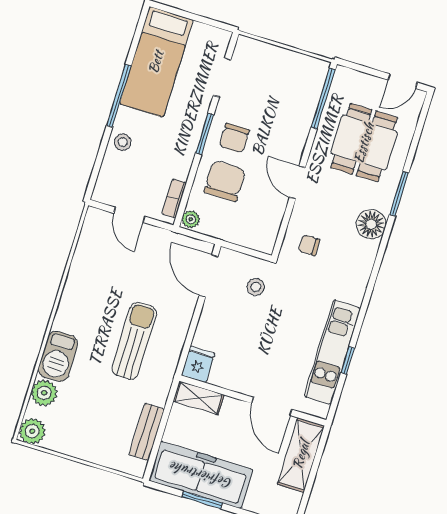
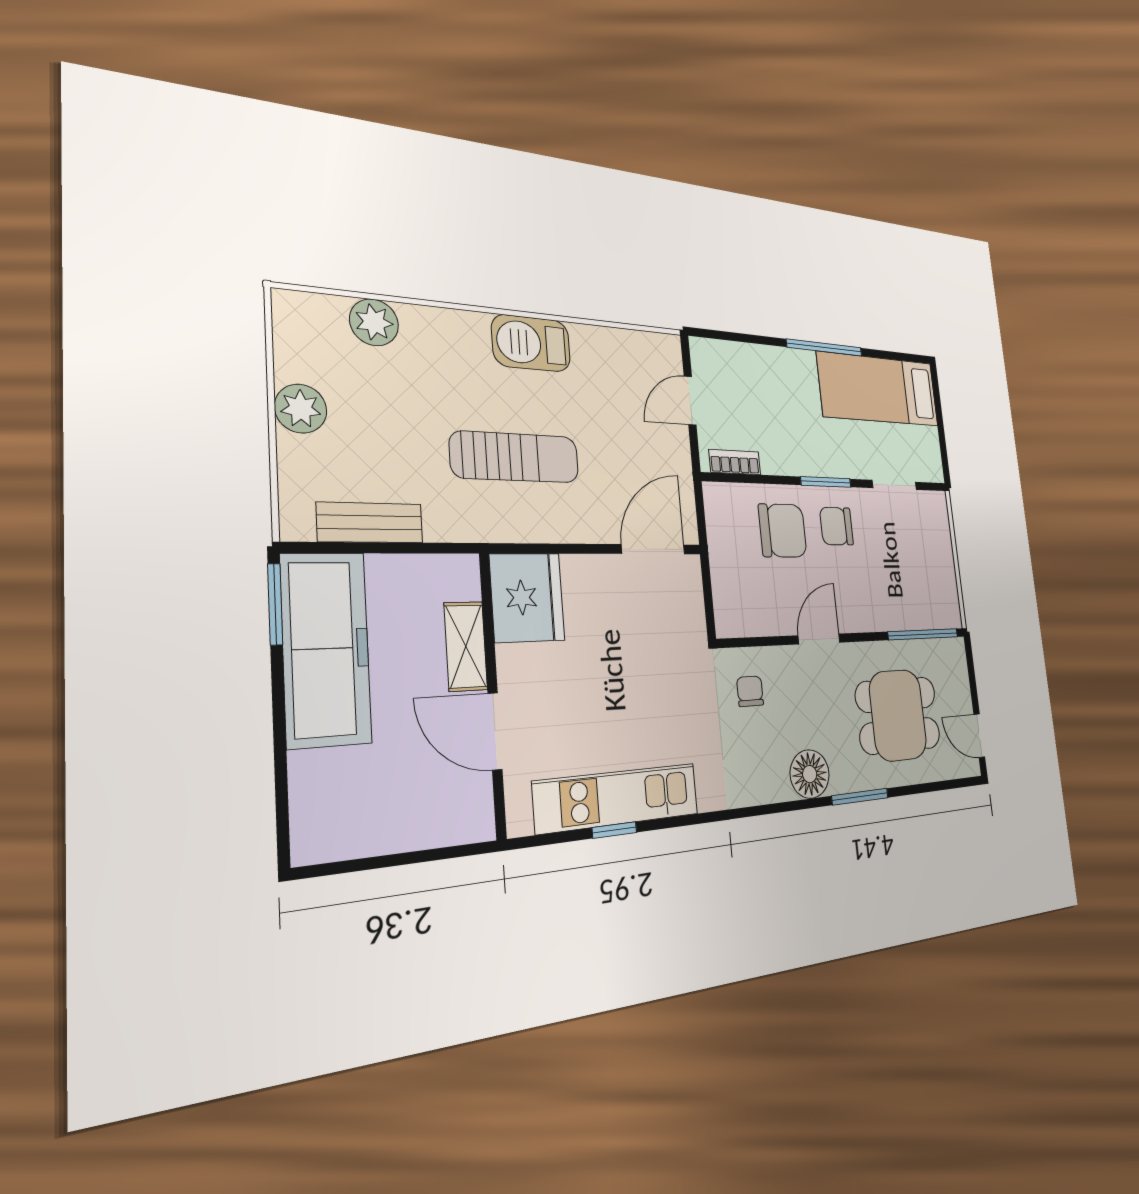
stool: (123, 142) -> (775, 367), removed
plant: (191, 219) -> (718, 496), removed
stool: (256, 287) -> (665, 630), removed
barbecue: (58, 356) -> (531, 343), moved
fridge: (198, 364) -> (527, 597), width x1.88, depth x1.34
shelving: (199, 398) -> (466, 646), moved
door: (272, 406) -> (495, 731), hinge flipped
plant: (32, 431) -> (301, 409), moved
shelving: (301, 455) -> (430, 821), removed
window: (202, 500) -> (275, 604), moved

